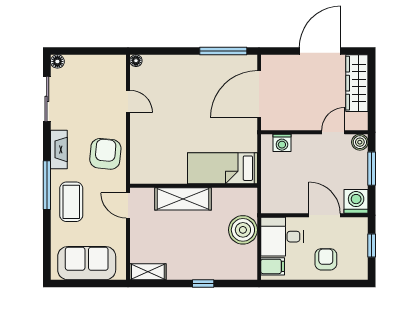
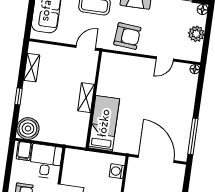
plant: (90, 65) -> (196, 34), added
shelving: (183, 199) -> (86, 98), width x0.67, depth x0.75
boiler: (243, 230) -> (28, 129), moved
shelving: (148, 272) -> (32, 68), moved

